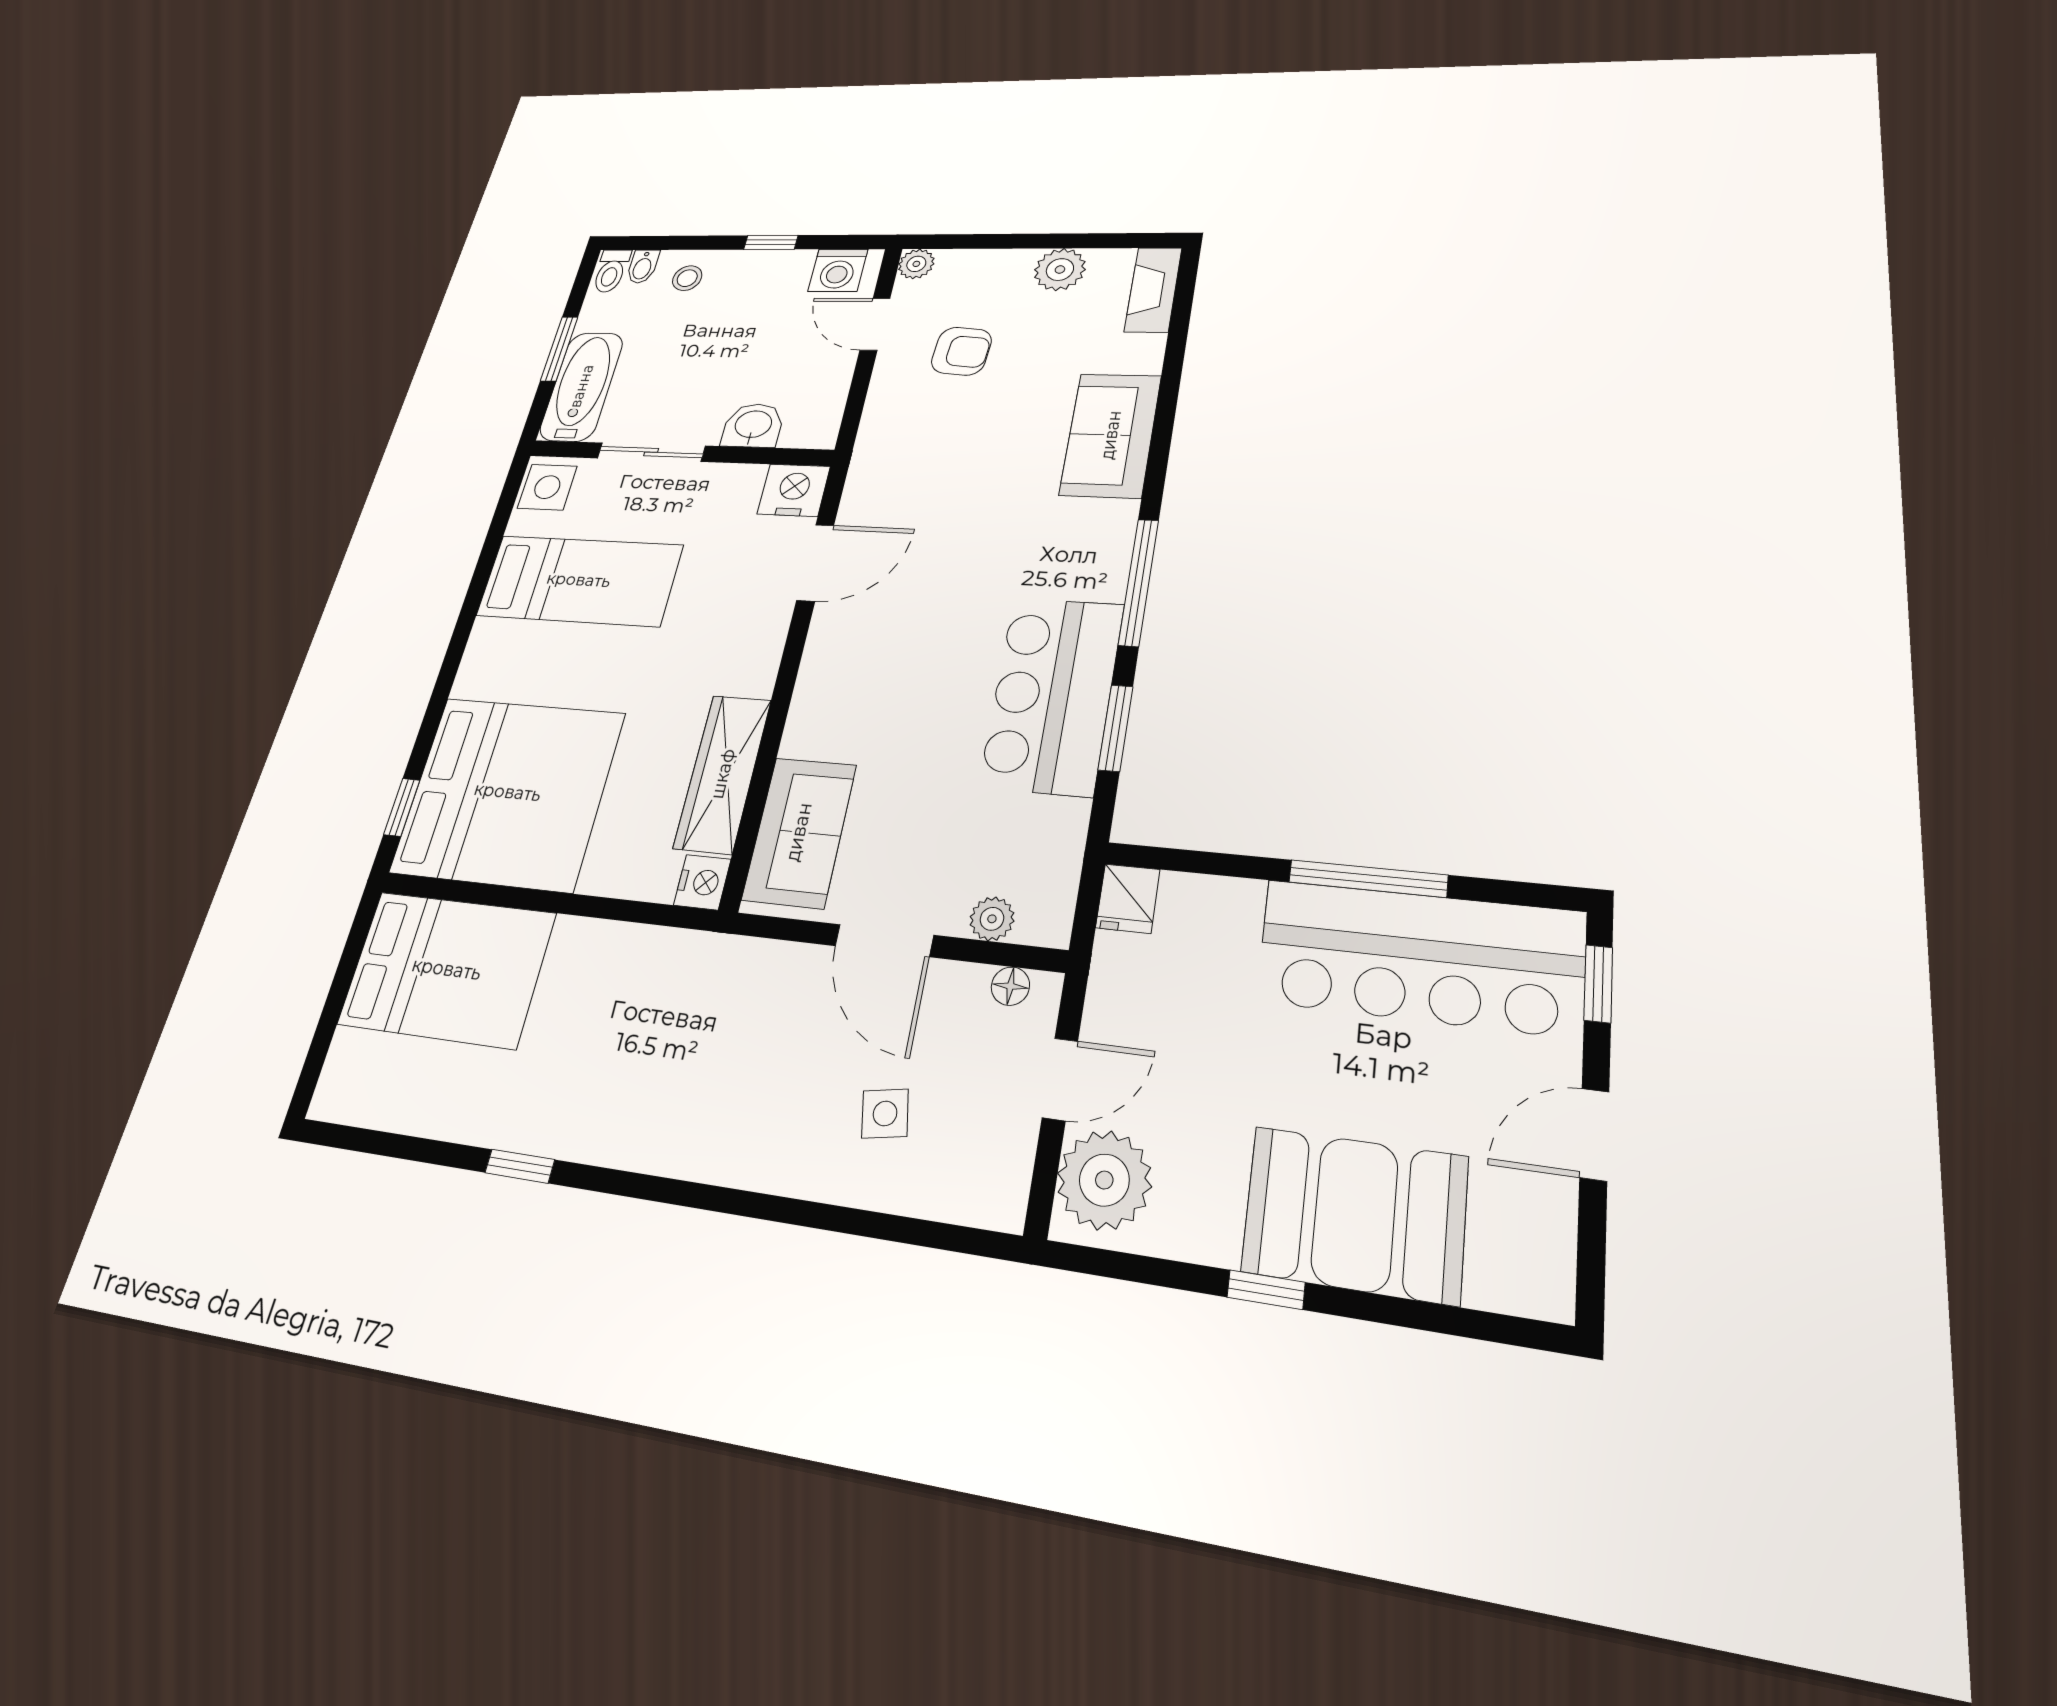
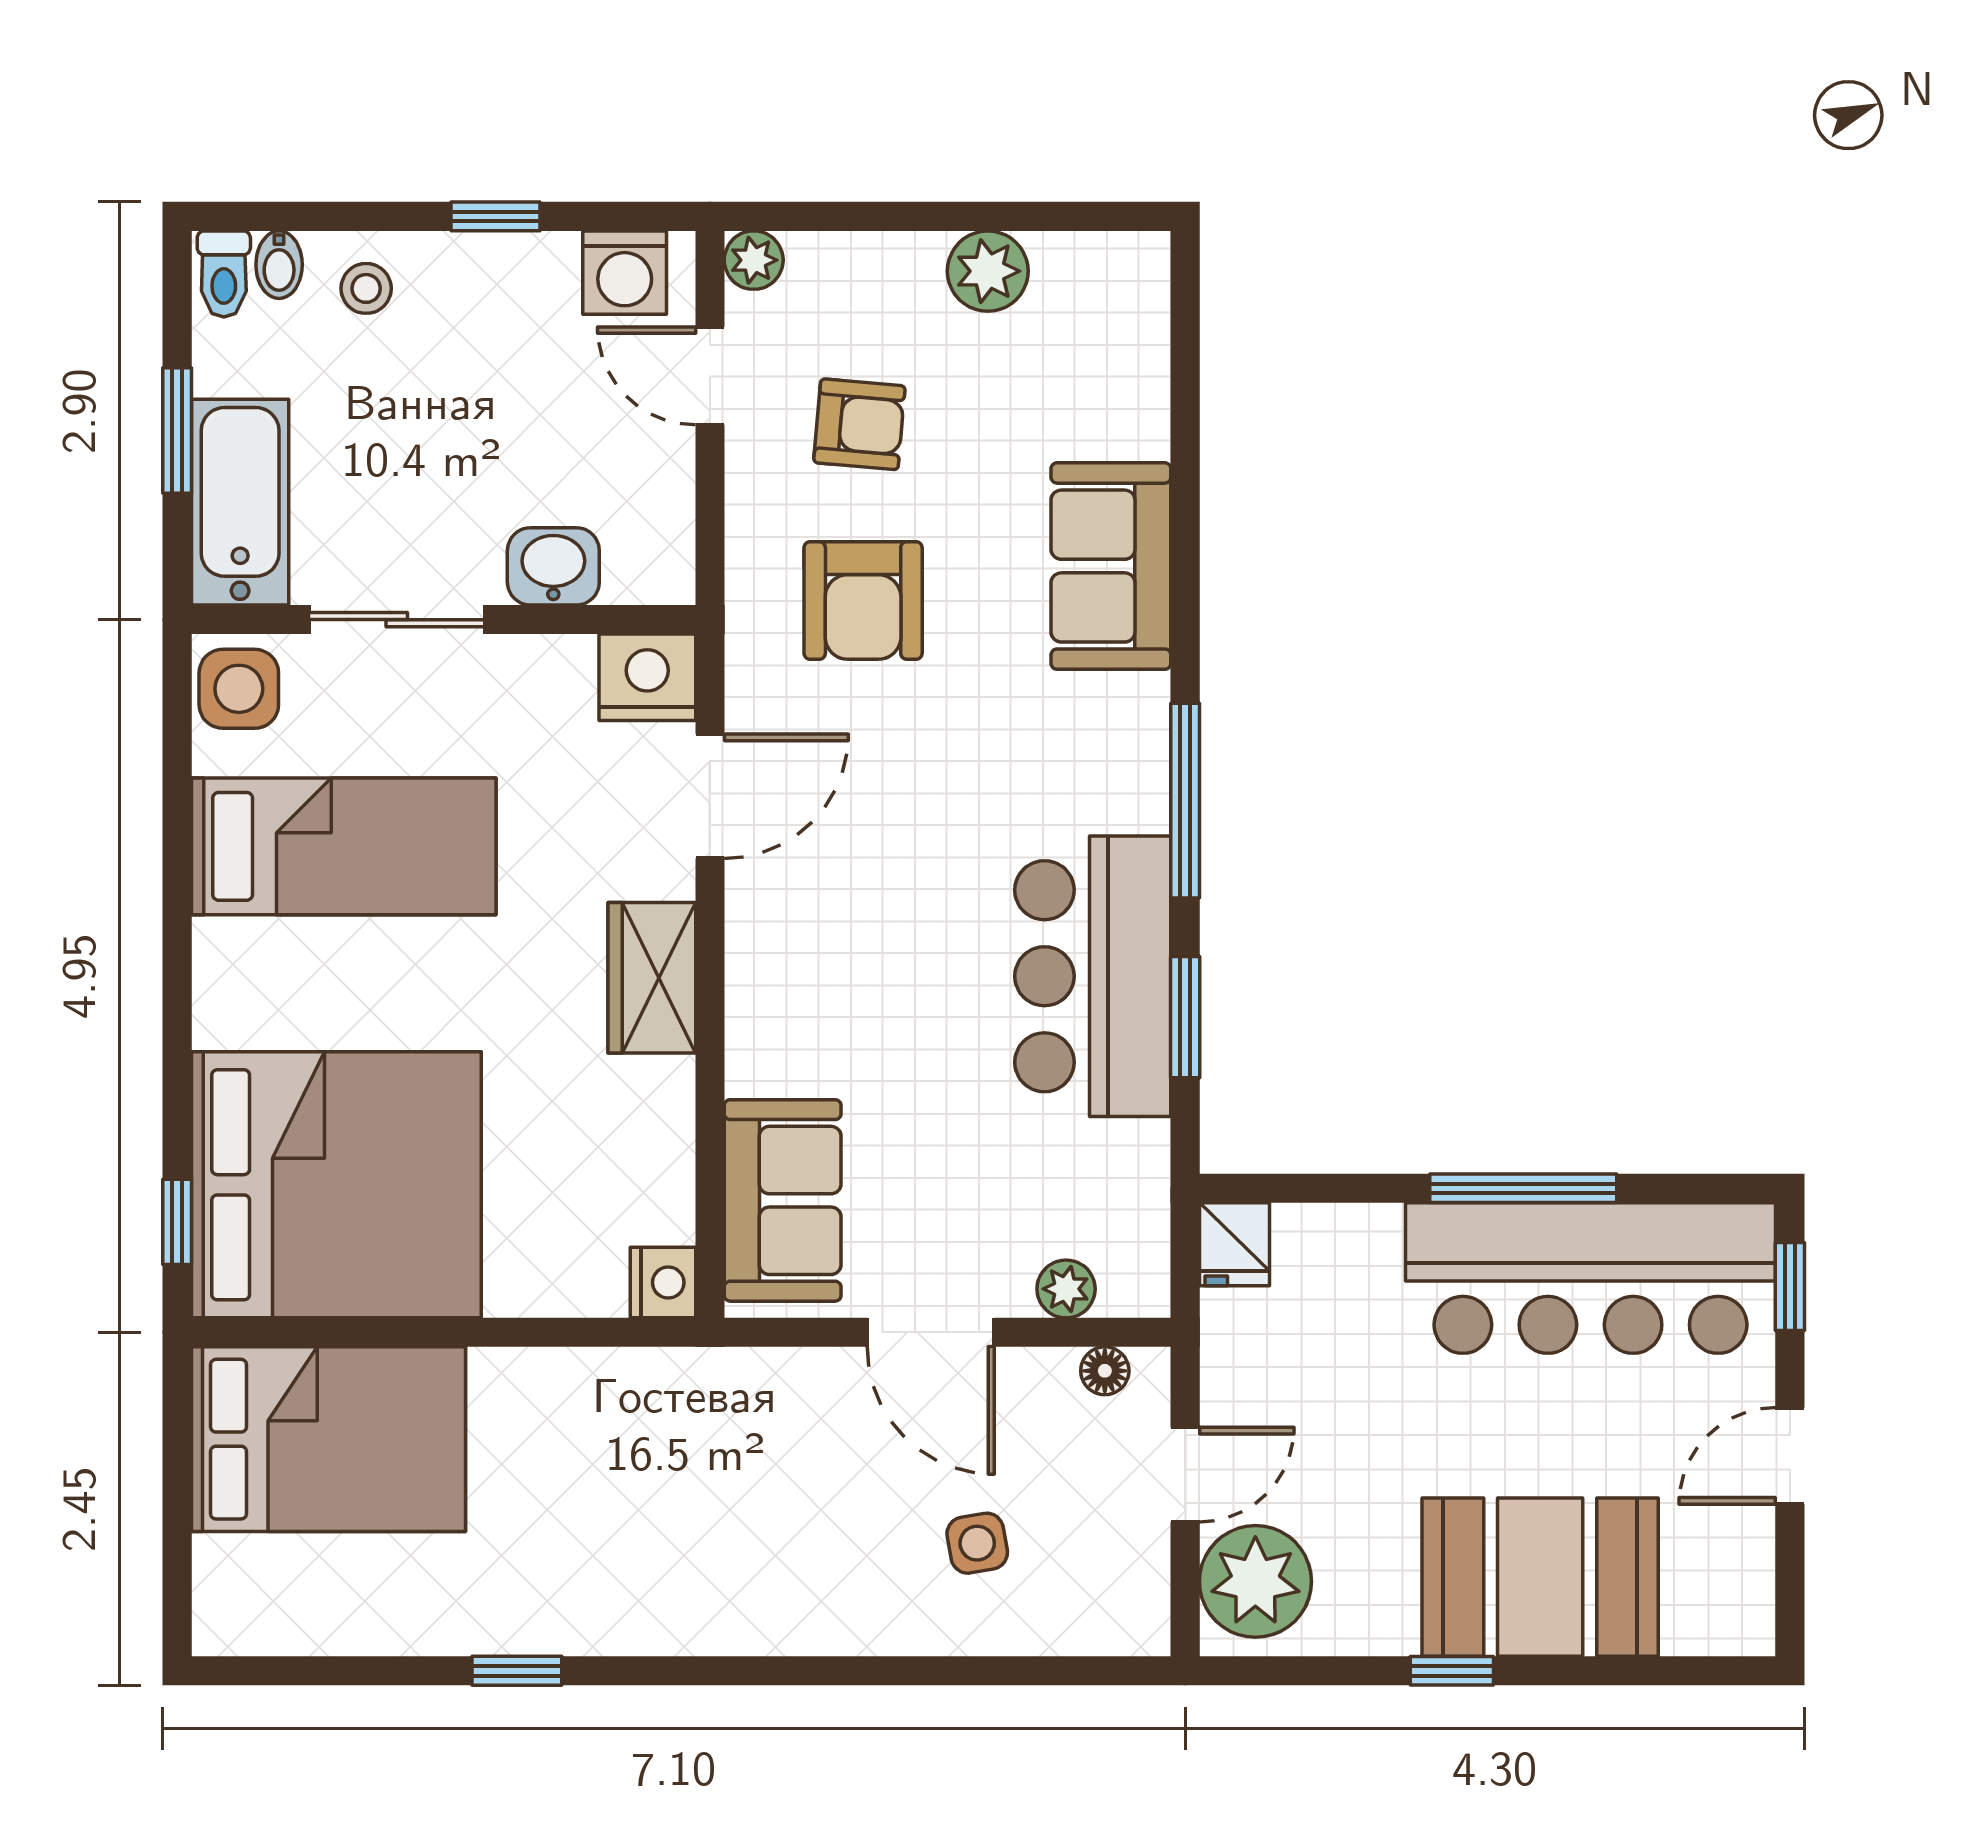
fireplace: (1153, 290) -> (1137, 309), removed
armchair: (942, 450) -> (863, 600), added
wardrobe: (723, 774) -> (652, 978), moved, width x0.67

